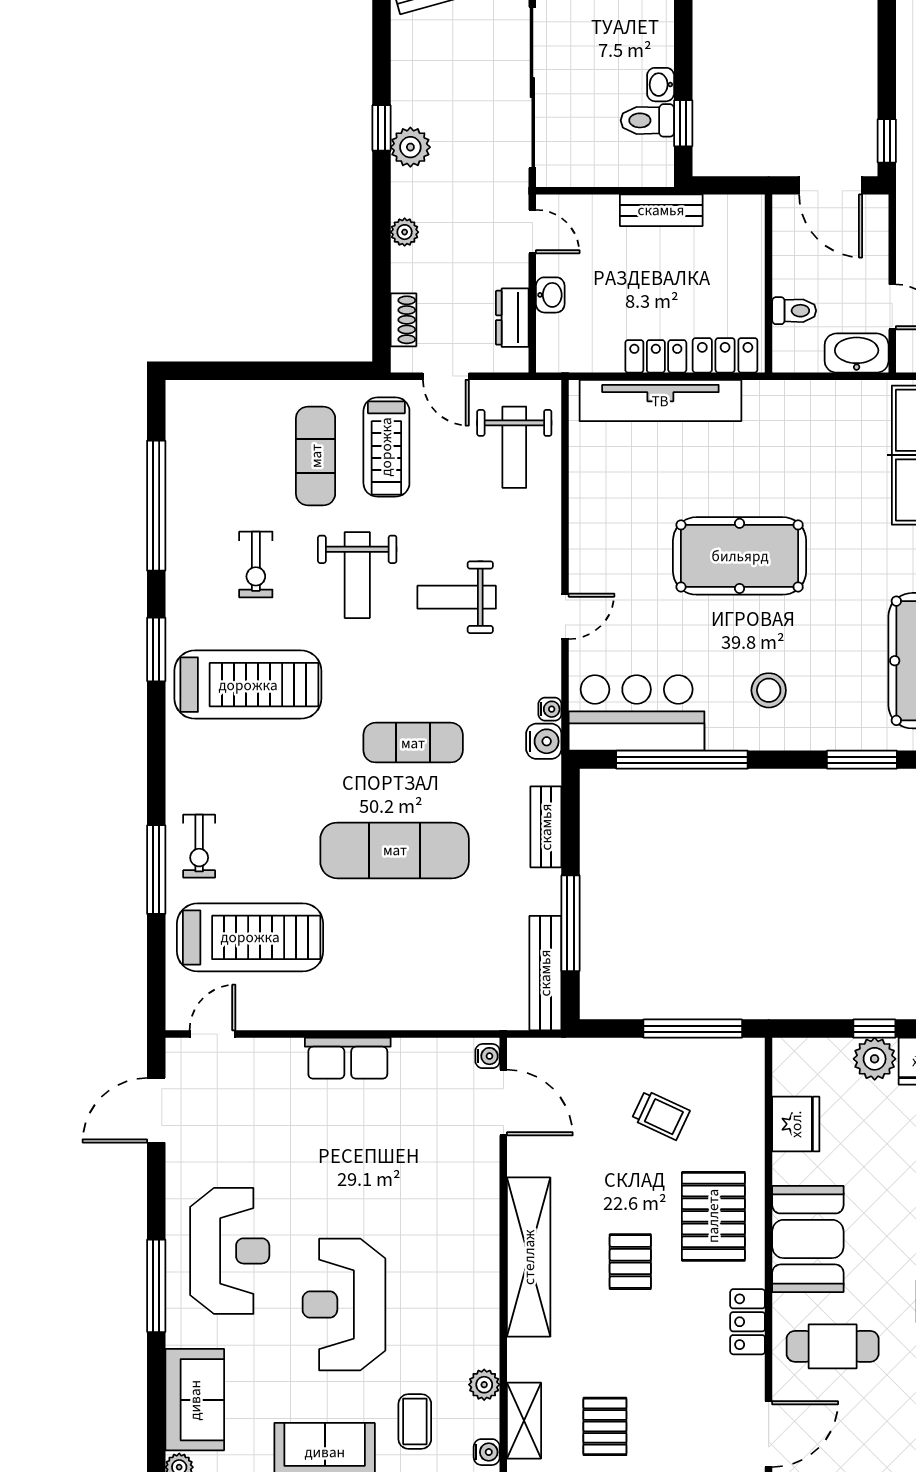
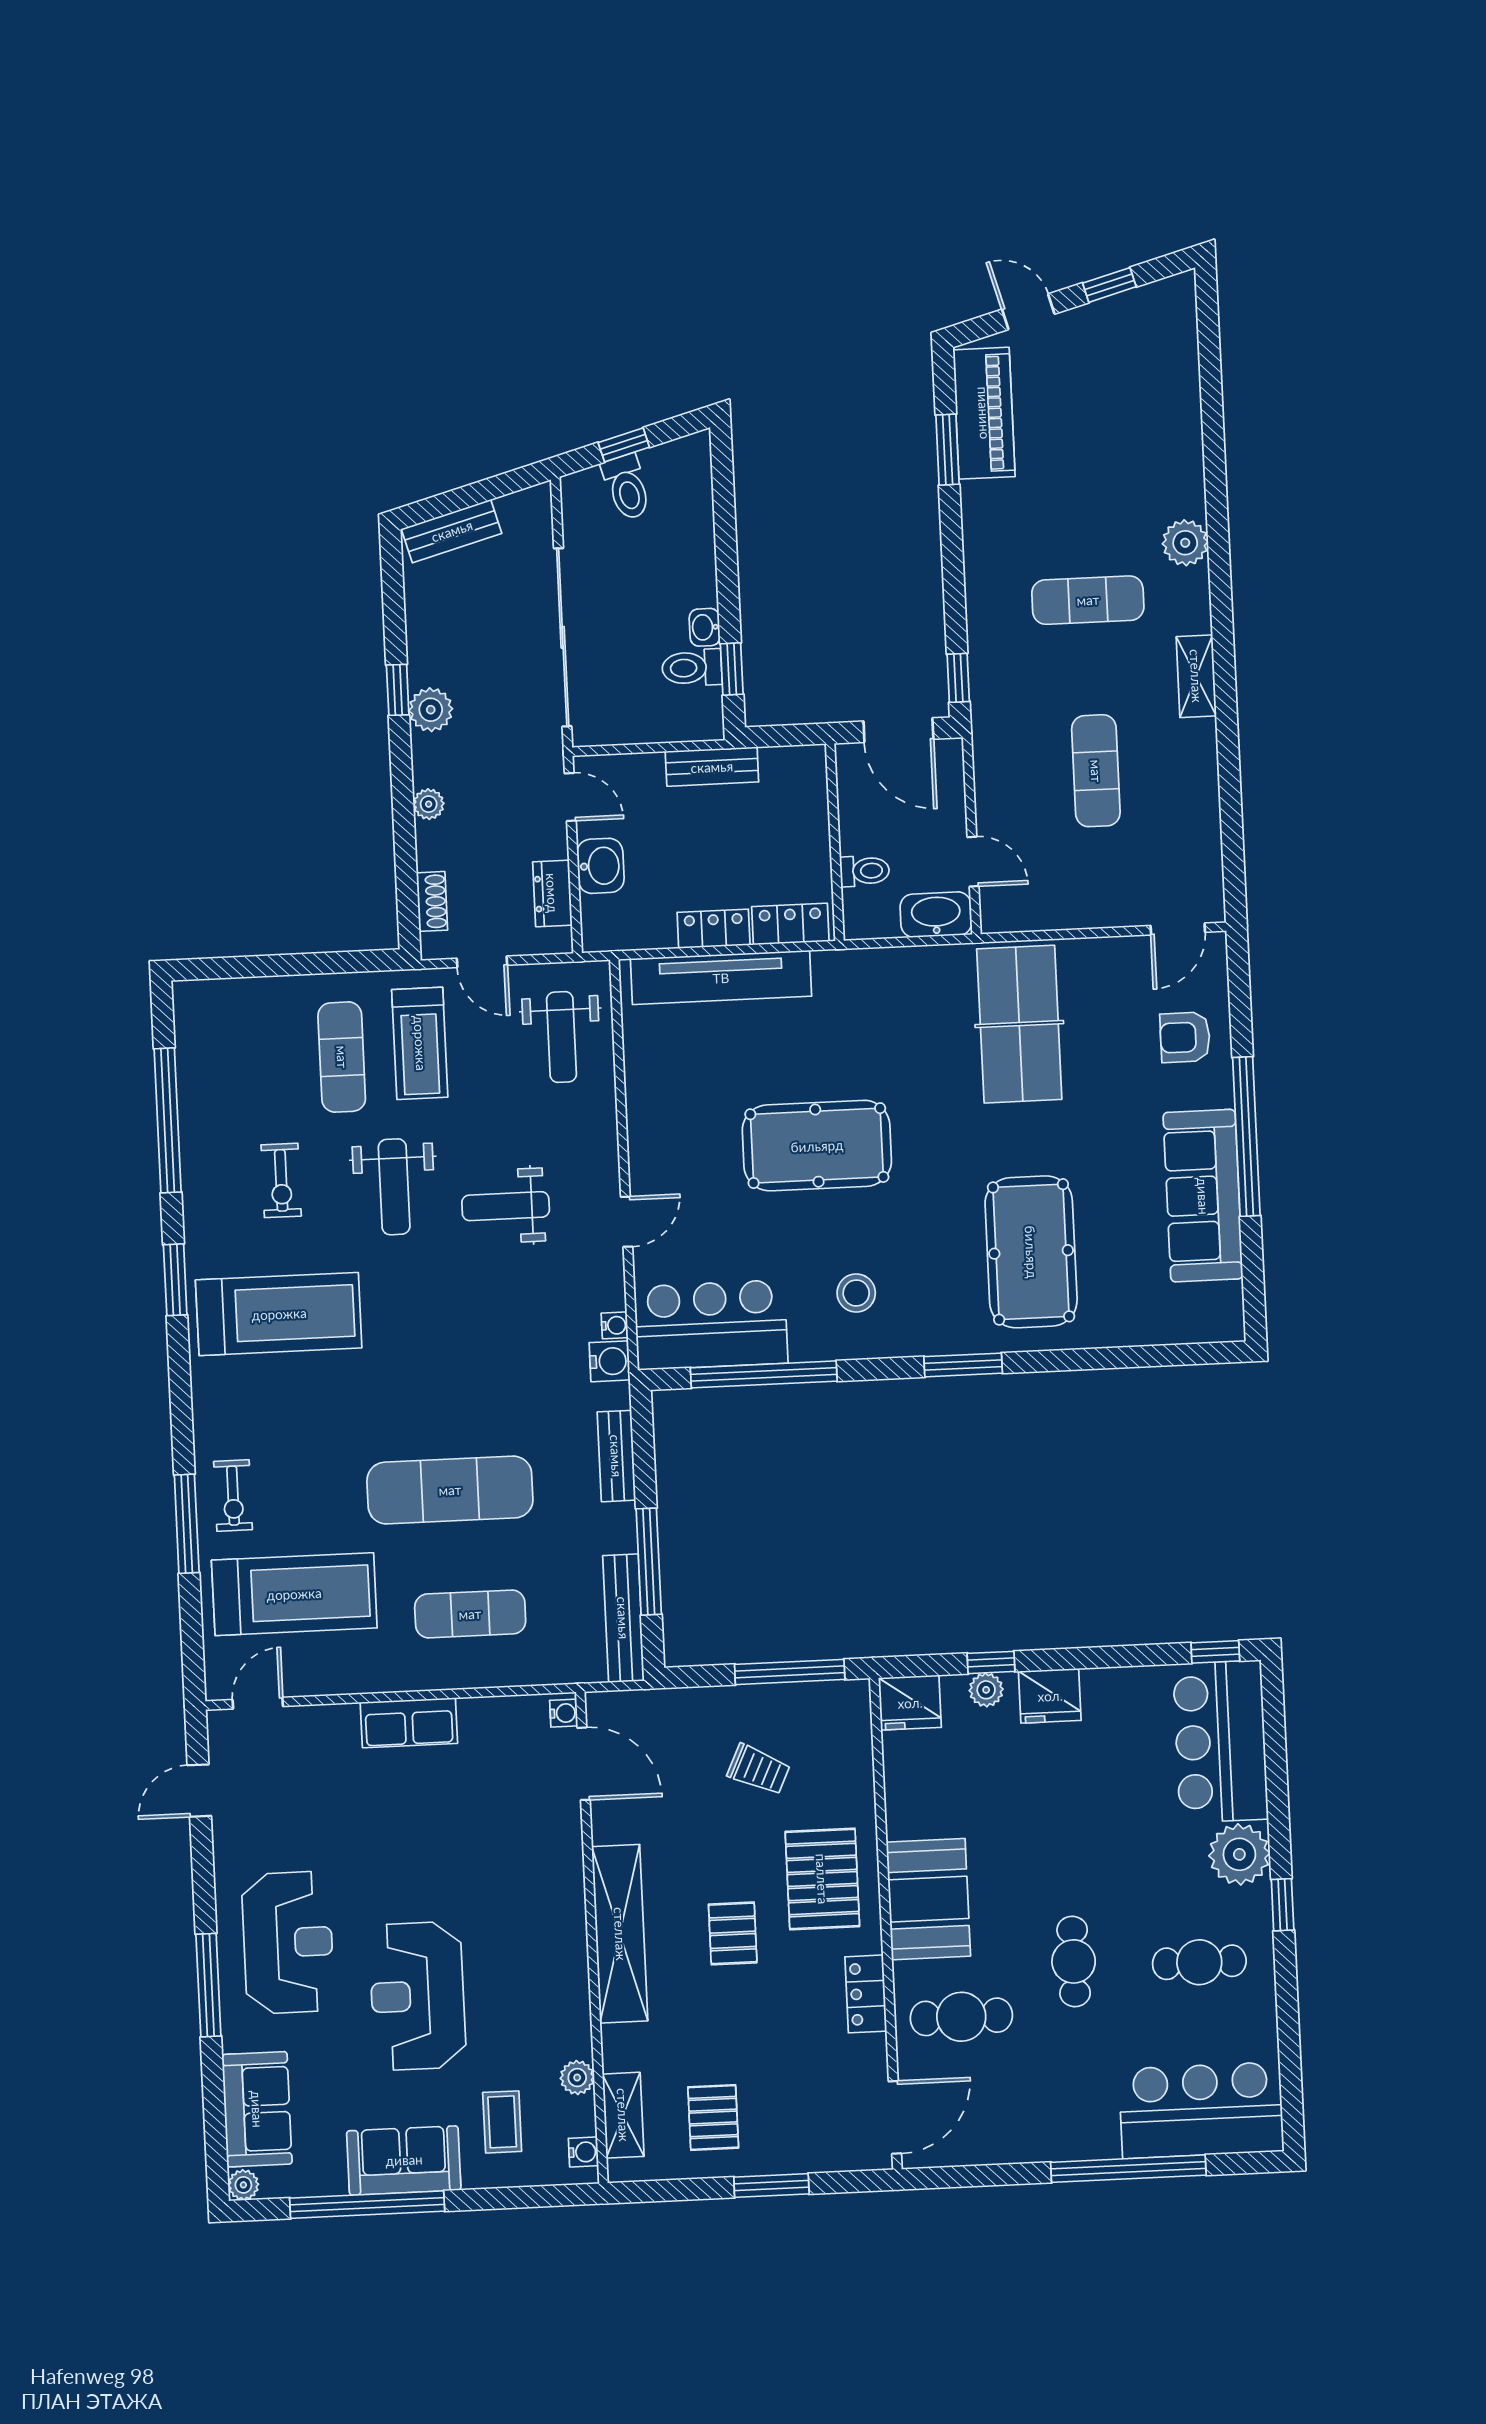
washbasin: (550, 295) -> (600, 866), width x1.38, depth x1.45
exercise mat: (413, 743) -> (470, 1614), moved
plant: (875, 1059) -> (986, 1690), width x0.73, depth x0.73
door: (156, 1110) -> (199, 1791), width x0.73
fridge: (796, 1124) -> (910, 1703), moved, turned 90

